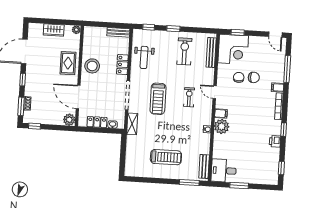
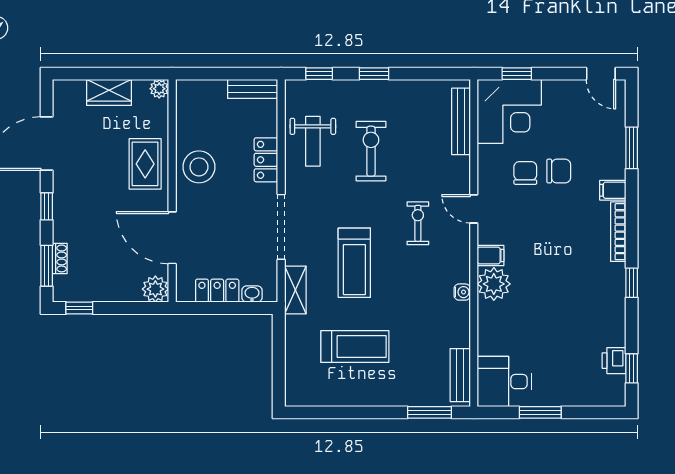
exercise bike: (184, 51) -> (371, 151), moved
window: (287, 69) -> (632, 148), width x0.69
treadmill: (158, 99) -> (354, 263), moved
printer: (275, 141) -> (614, 361), moved
treadmill: (166, 157) -> (355, 346), moved

